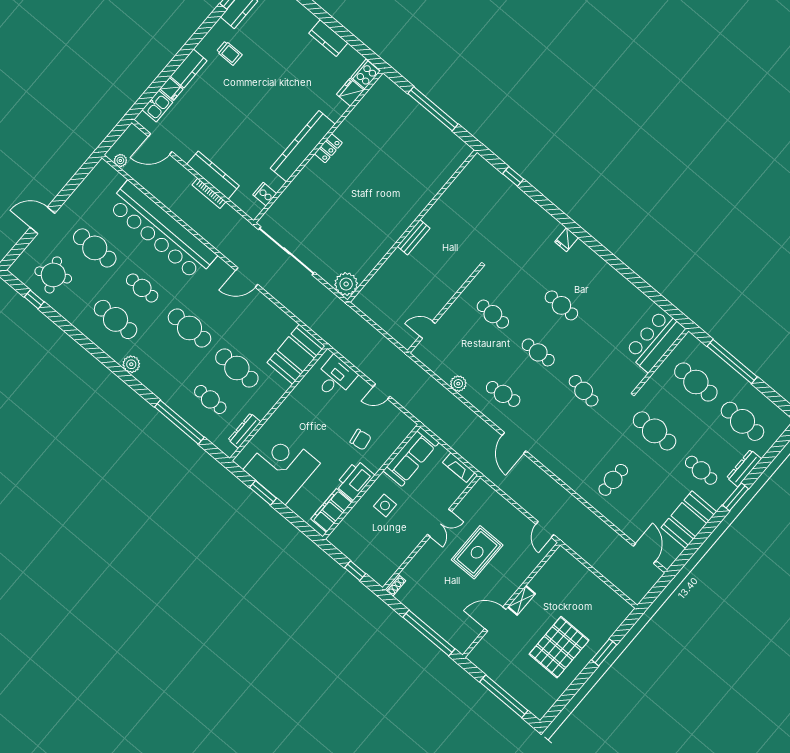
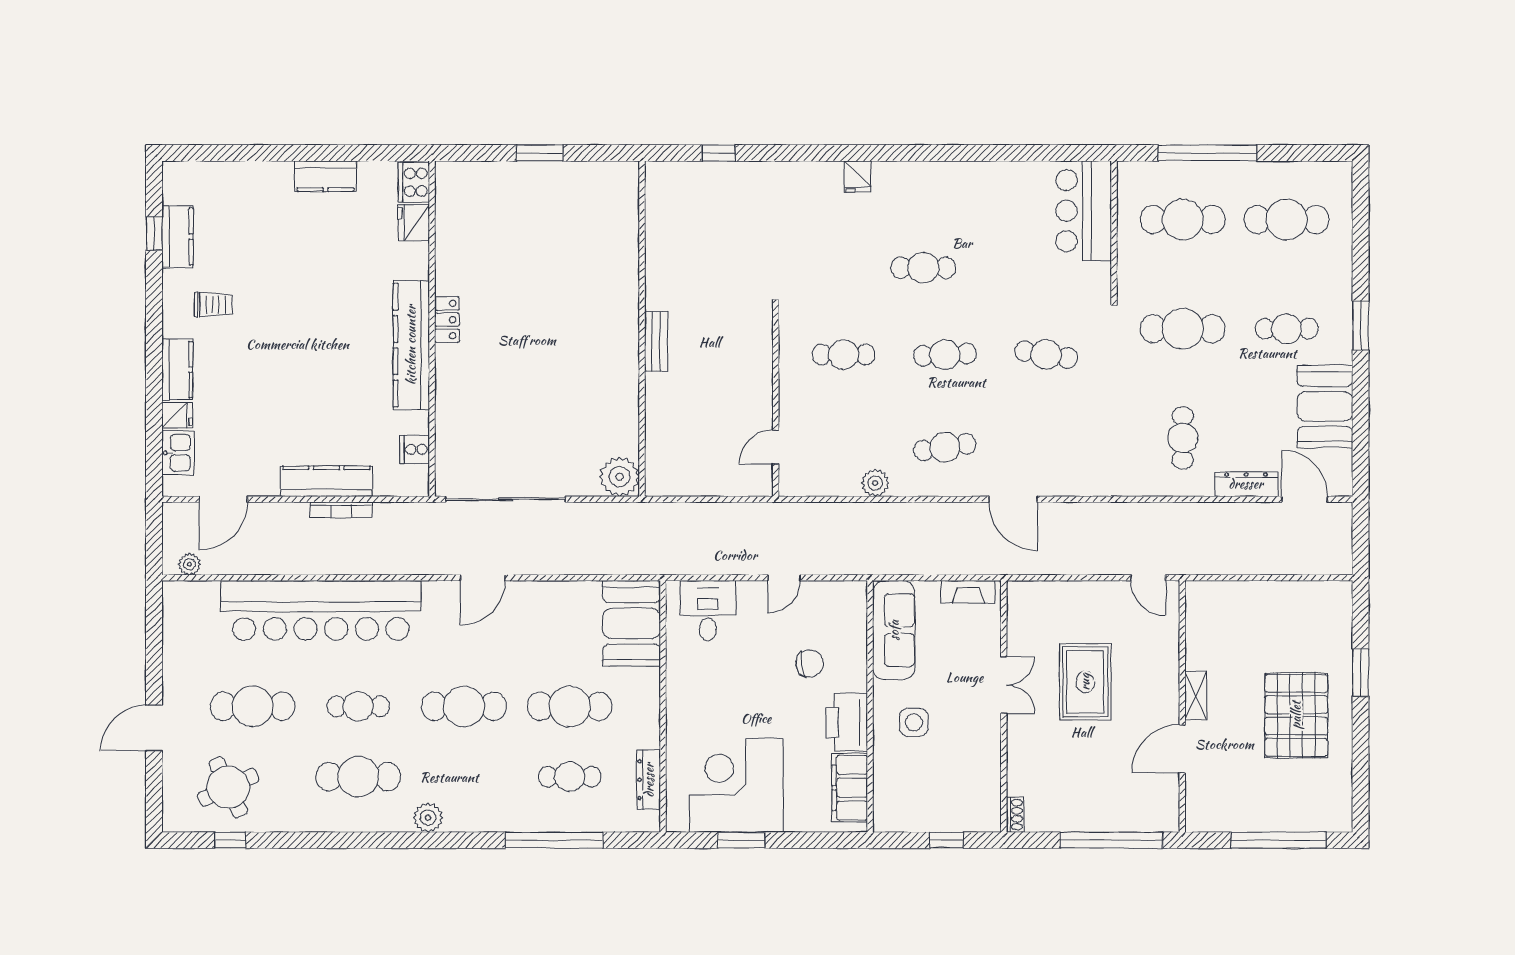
window: (433, 109) -> (540, 153), width x0.47
dresser: (744, 468) -> (1246, 484), moved, turned 90

